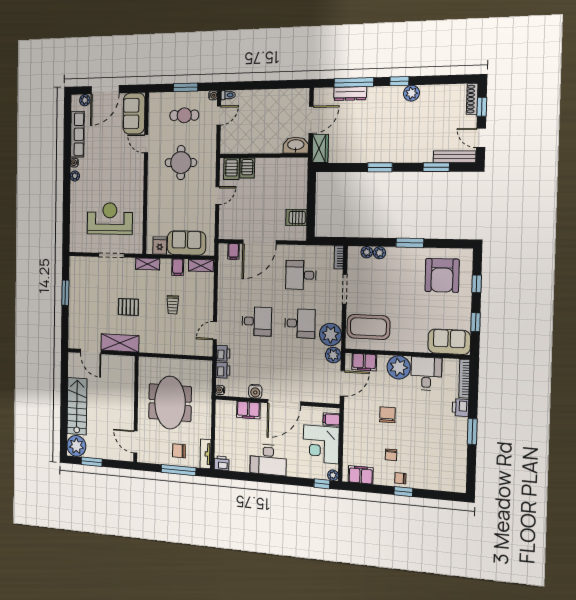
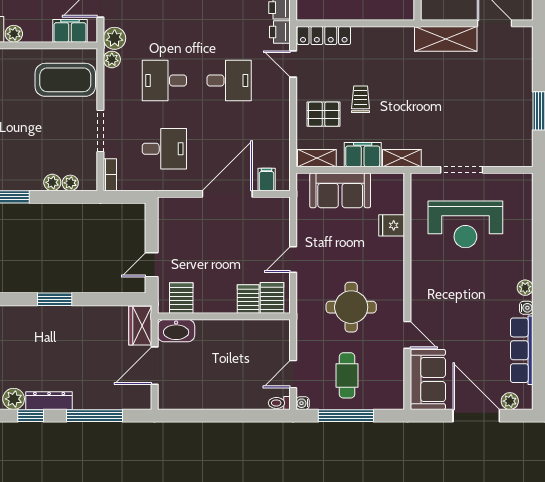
window: (186, 87) -> (346, 416), width x1.44
door: (105, 90) -> (476, 416), hinge flipped
dresser: (350, 94) -> (49, 401), moved
cafe table: (184, 115) -> (347, 375), turned 90
door: (311, 192) -> (152, 265), added
server rack: (296, 217) -> (181, 298), moved, turned -90
fridge: (160, 246) -> (392, 225), moved, turned 90
filing cabinet: (178, 267) -> (363, 155), width x2.00
pallet: (128, 307) -> (324, 114), moved
desk: (257, 321) -> (229, 80), turned 180
door: (215, 331) -> (293, 64), swing flipped
plant: (330, 335) -> (112, 59), width x0.53, depth x0.53
locker: (195, 349) -> (324, 35), added
plant: (399, 367) -> (14, 34), width x0.53, depth x0.53

